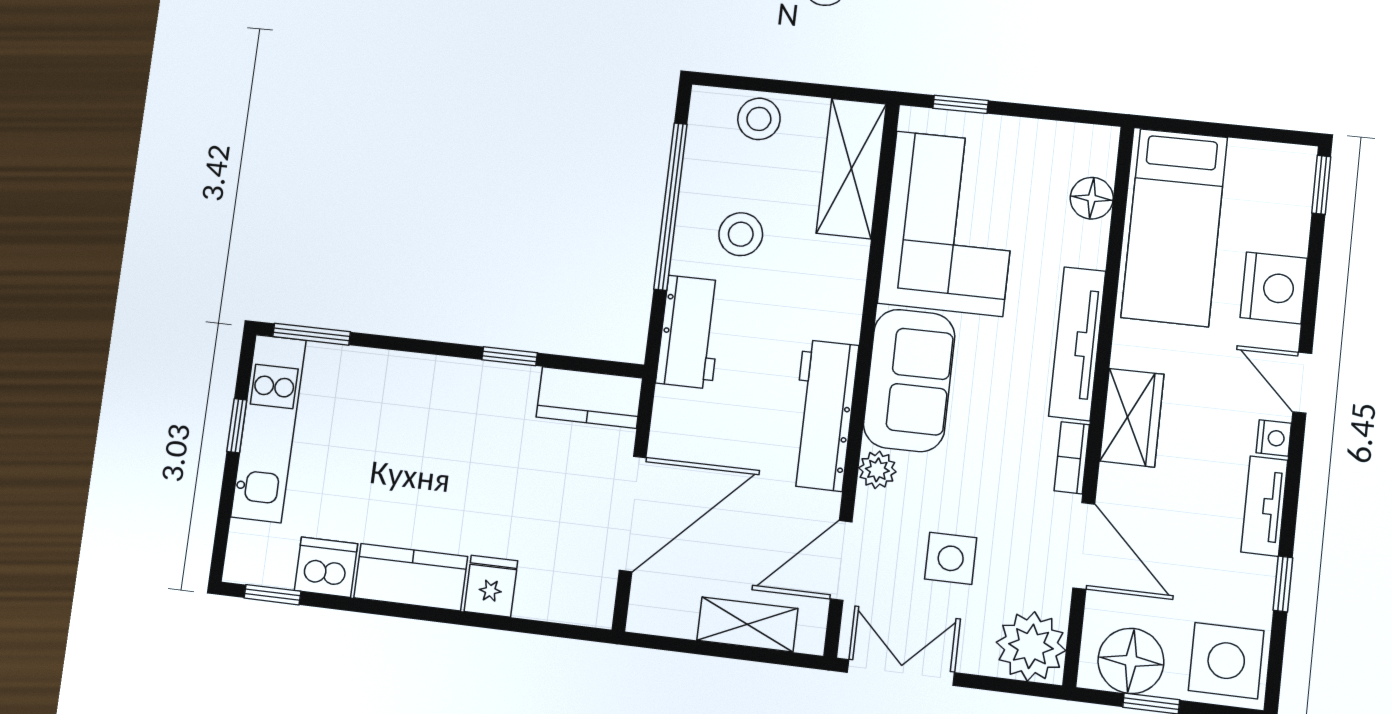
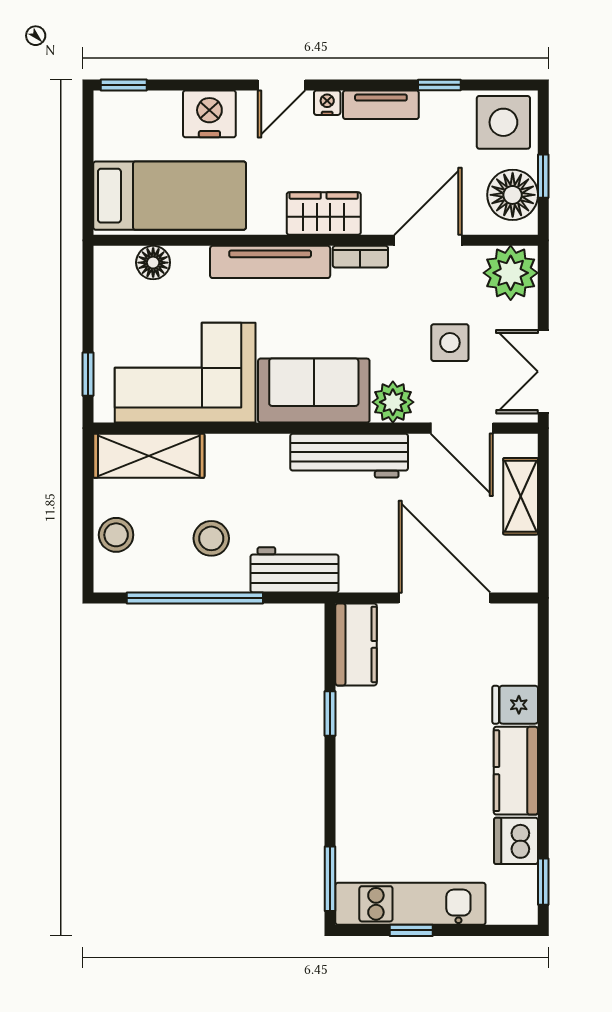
plant: (877, 470) -> (393, 402), width x1.38, depth x1.38

